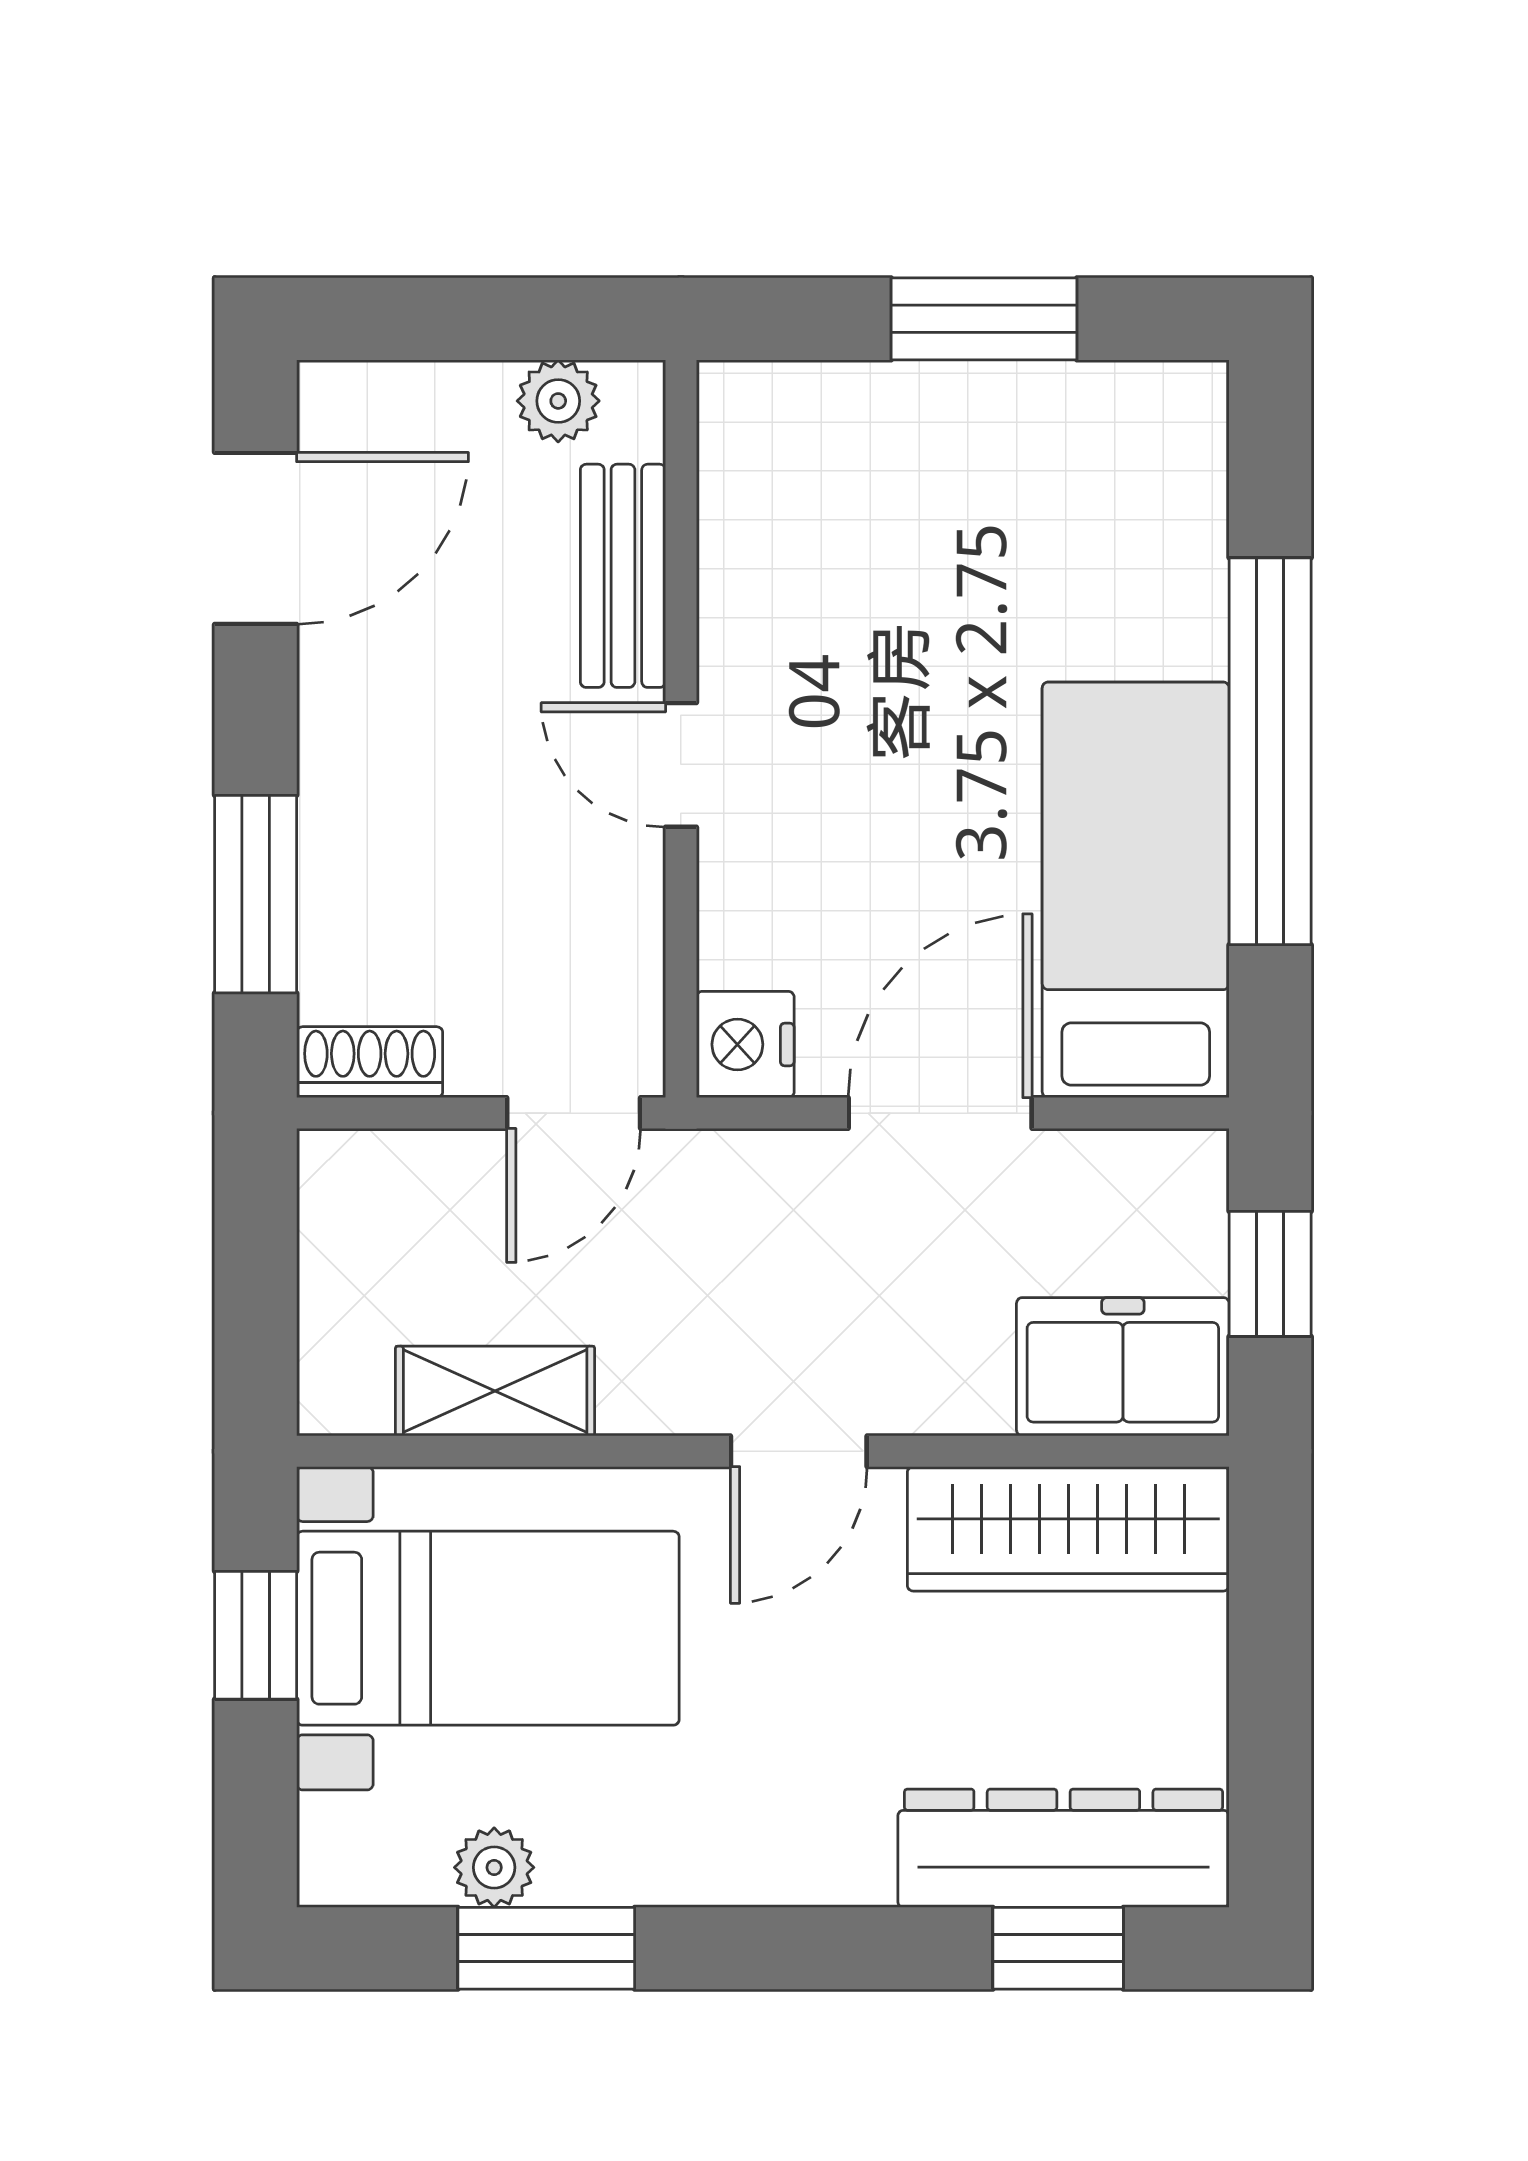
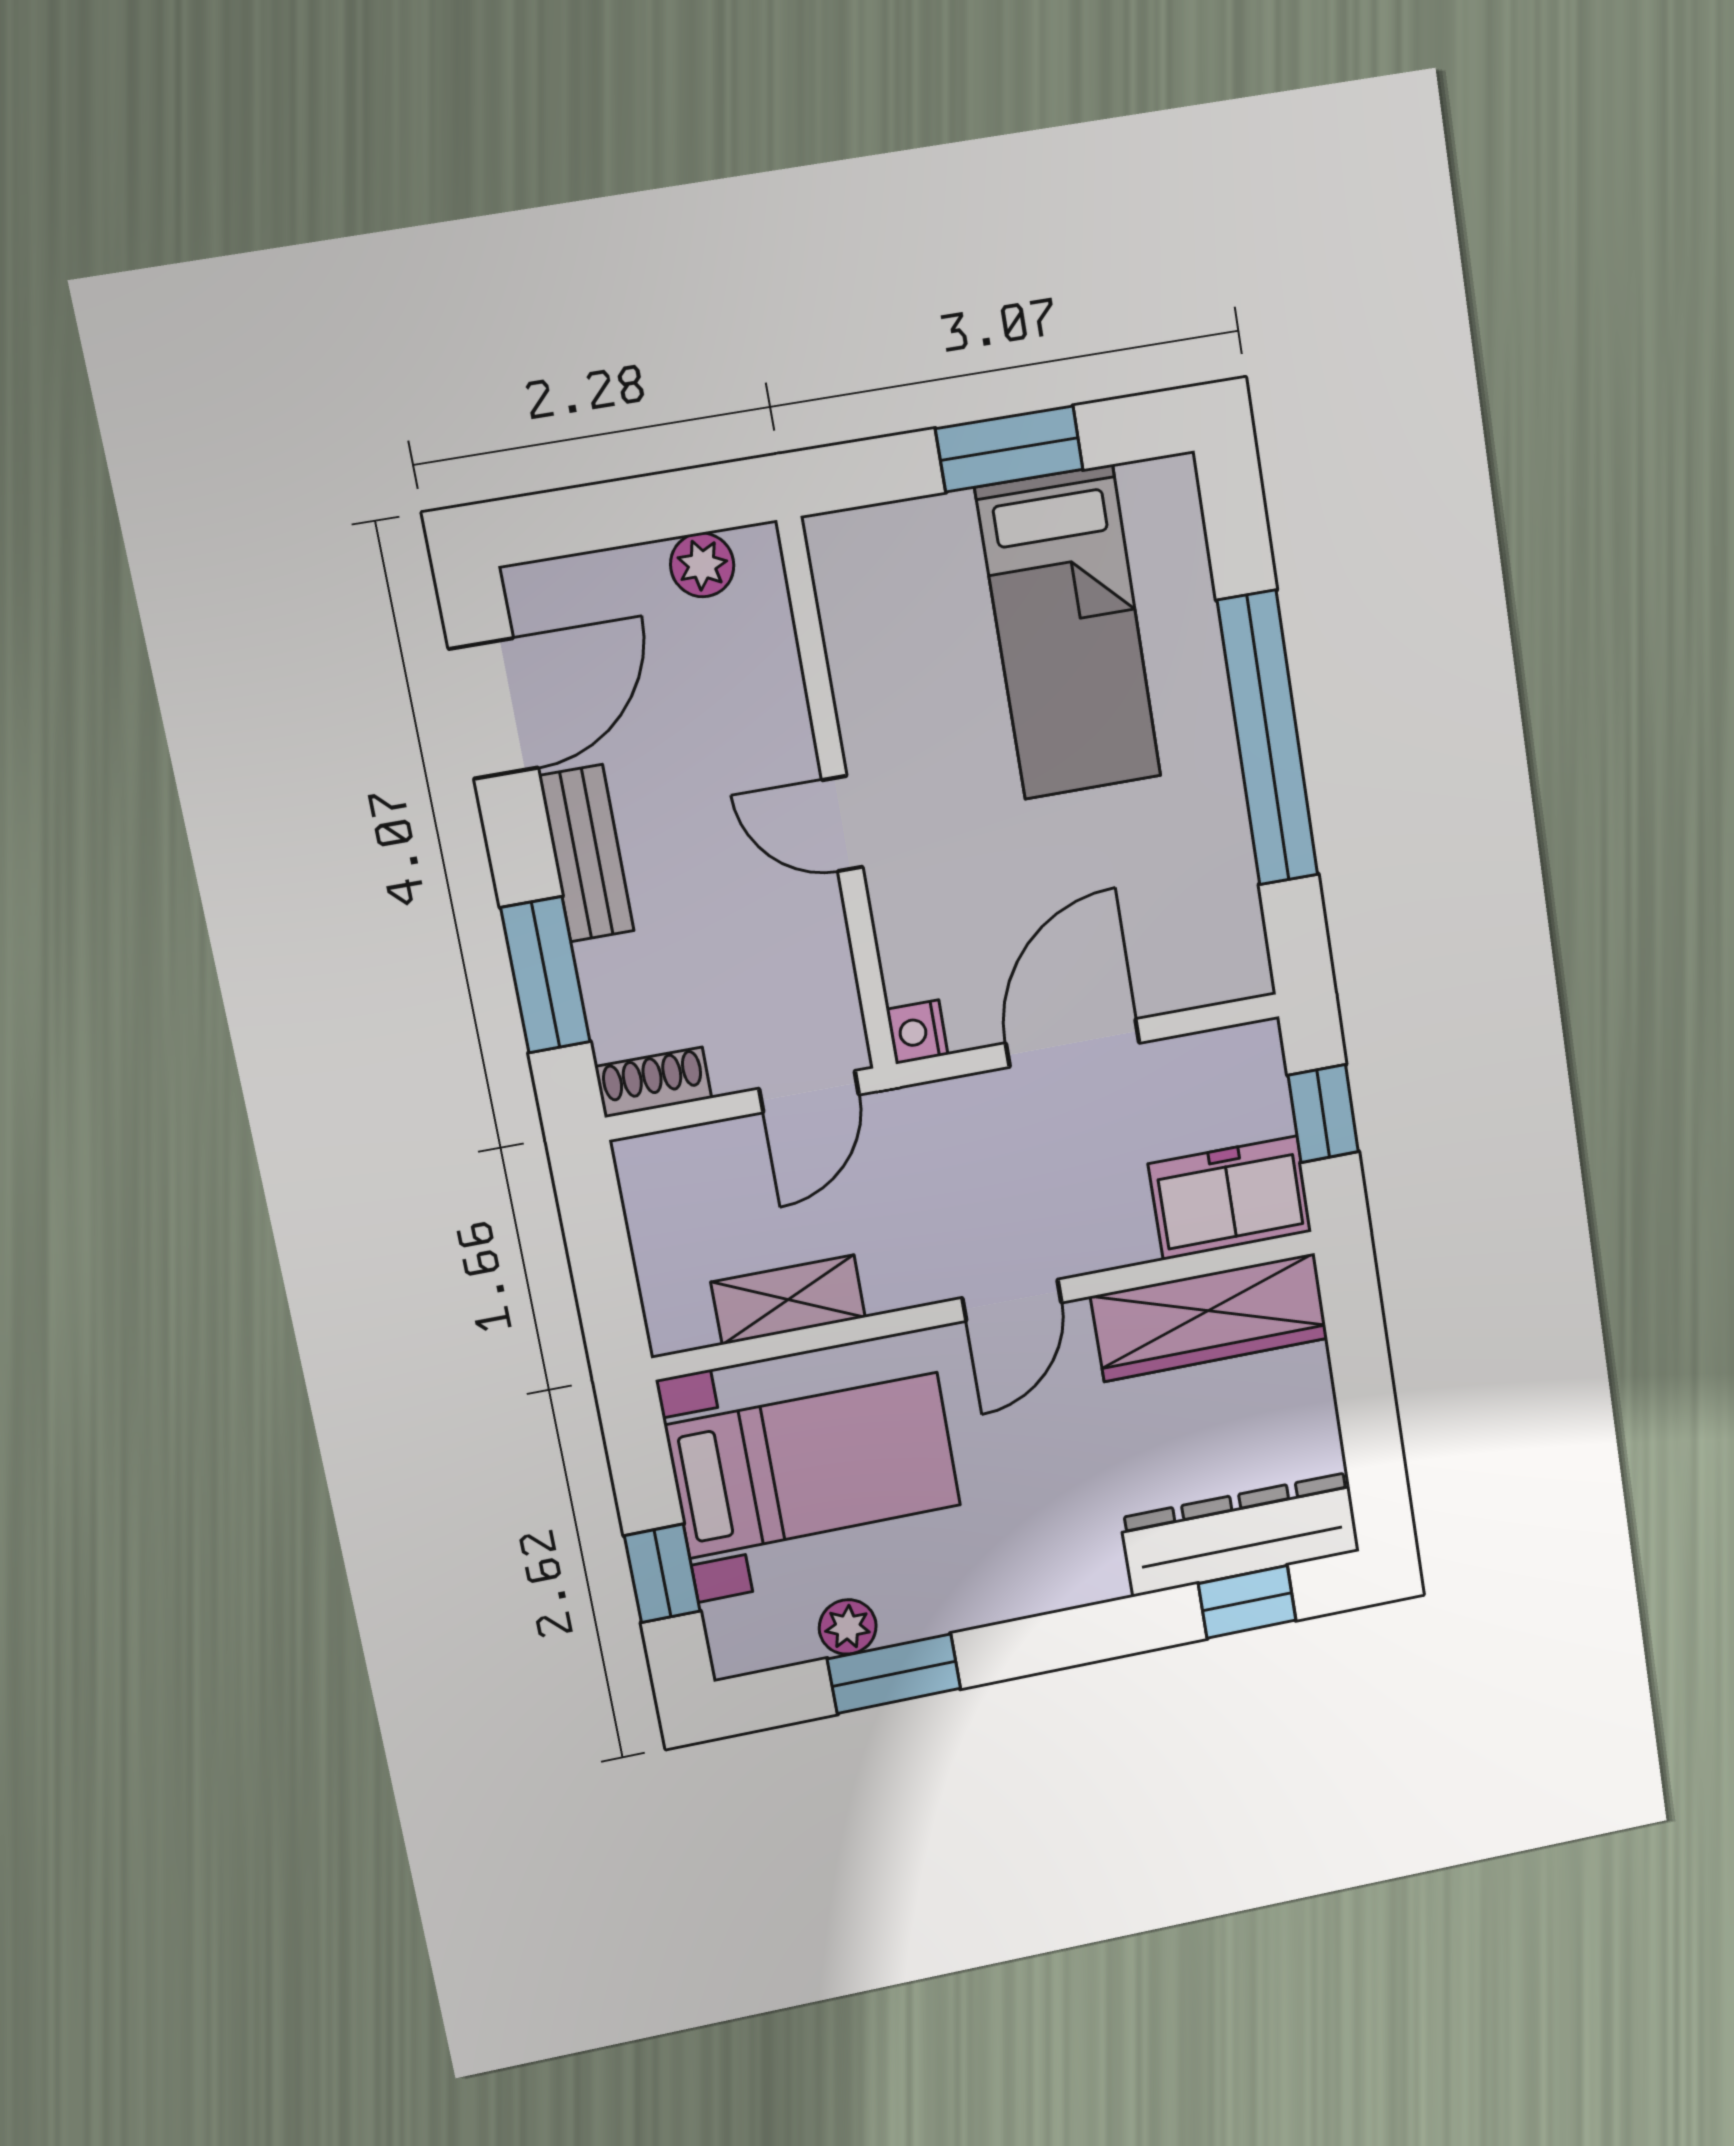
bench: (623, 576) -> (586, 853), moved
bed: (1136, 890) -> (1068, 633), moved, turned 180
nightstand: (745, 1044) -> (917, 1032), width x0.72, depth x0.74
window: (256, 1635) -> (662, 1573), moved

